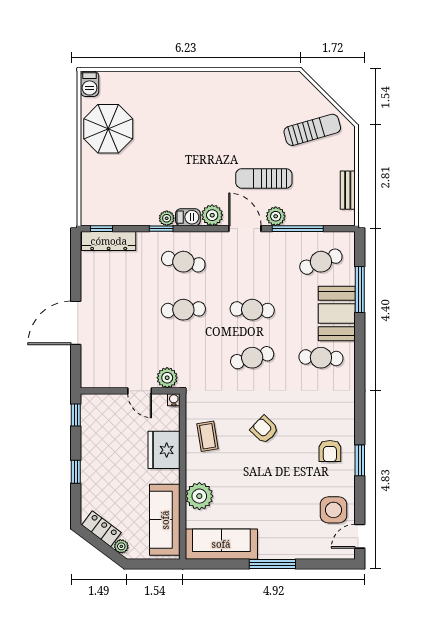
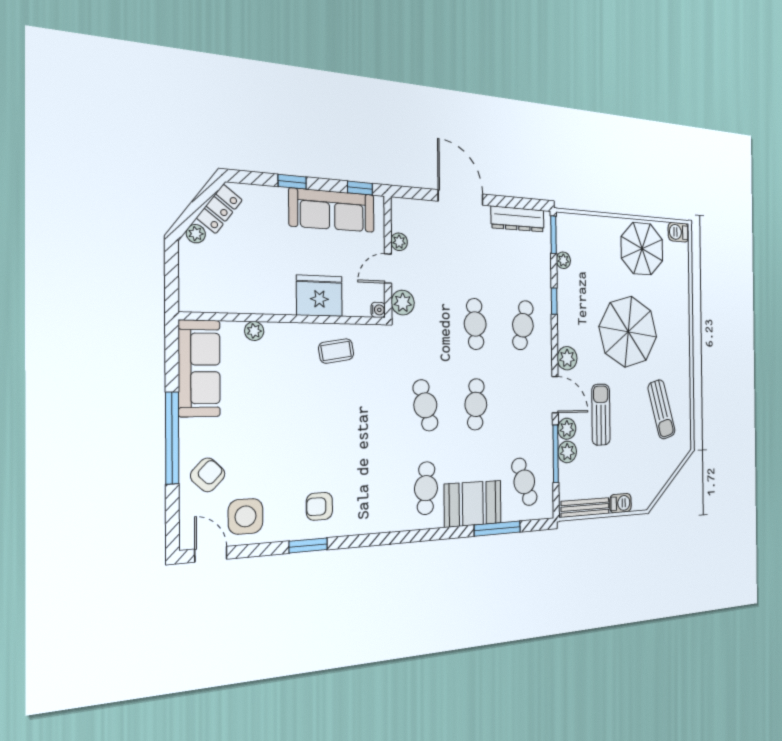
sun lounger: (312, 130) -> (661, 409), moved
parasol: (187, 146) -> (628, 332), added
bench: (348, 190) -> (585, 507), width x1.36
plant: (297, 216) -> (567, 452), added
barbecue: (188, 217) -> (620, 503), moved, turned -90
plant: (167, 218) -> (563, 260), moved
window: (101, 229) -> (553, 235), width x1.50
door: (245, 229) -> (555, 395), hinge flipped
dresser: (109, 241) -> (518, 219), moved, turned -90
plant: (117, 381) -> (399, 242), added
armchair: (264, 430) -> (208, 475), moved
plant: (199, 496) -> (254, 331), width x0.53, depth x0.53
sofa: (165, 520) -> (332, 210), moved, turned 180
window: (272, 564) -> (172, 438), width x1.46

